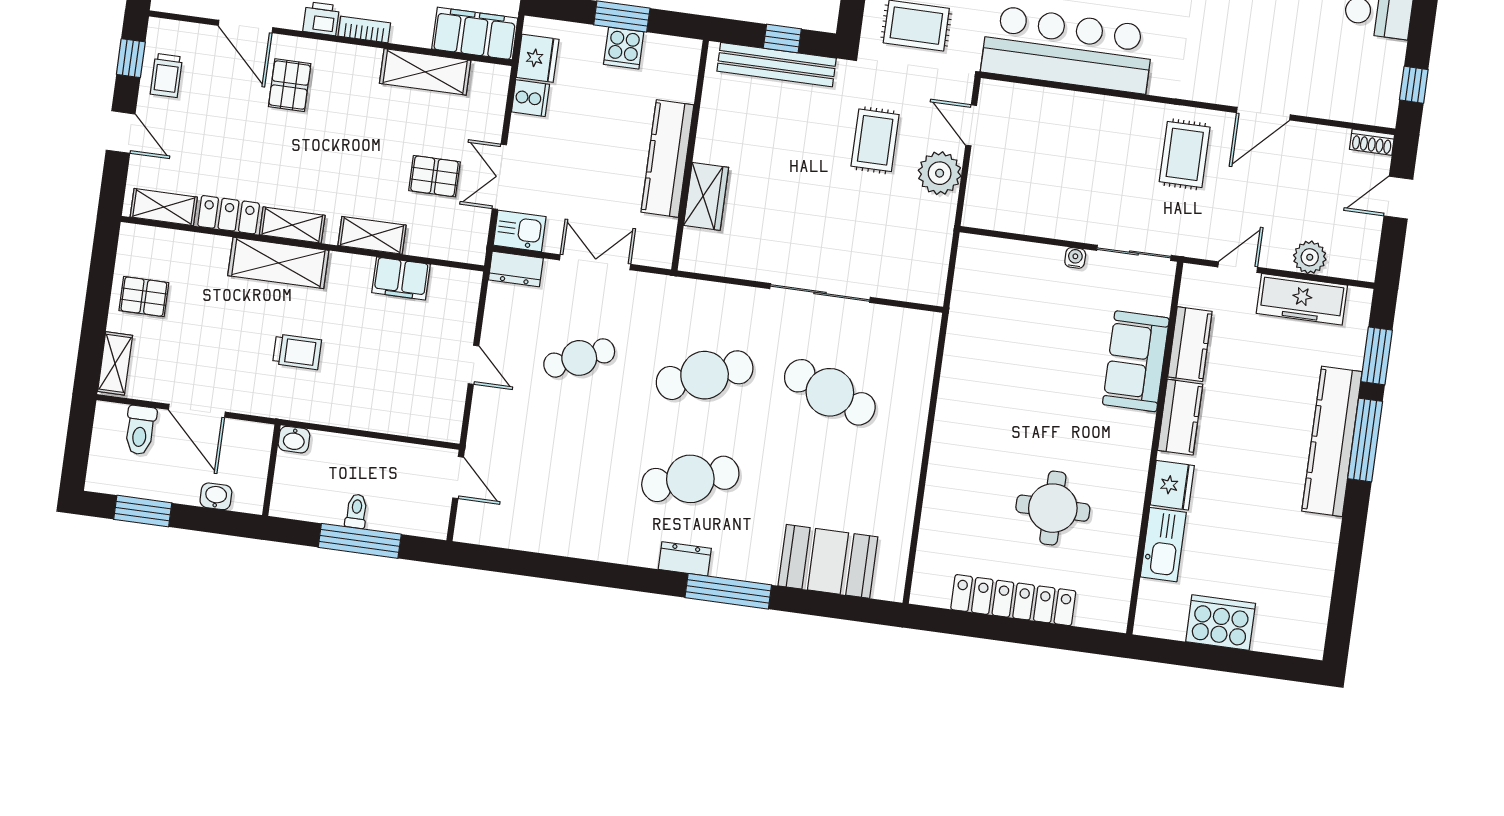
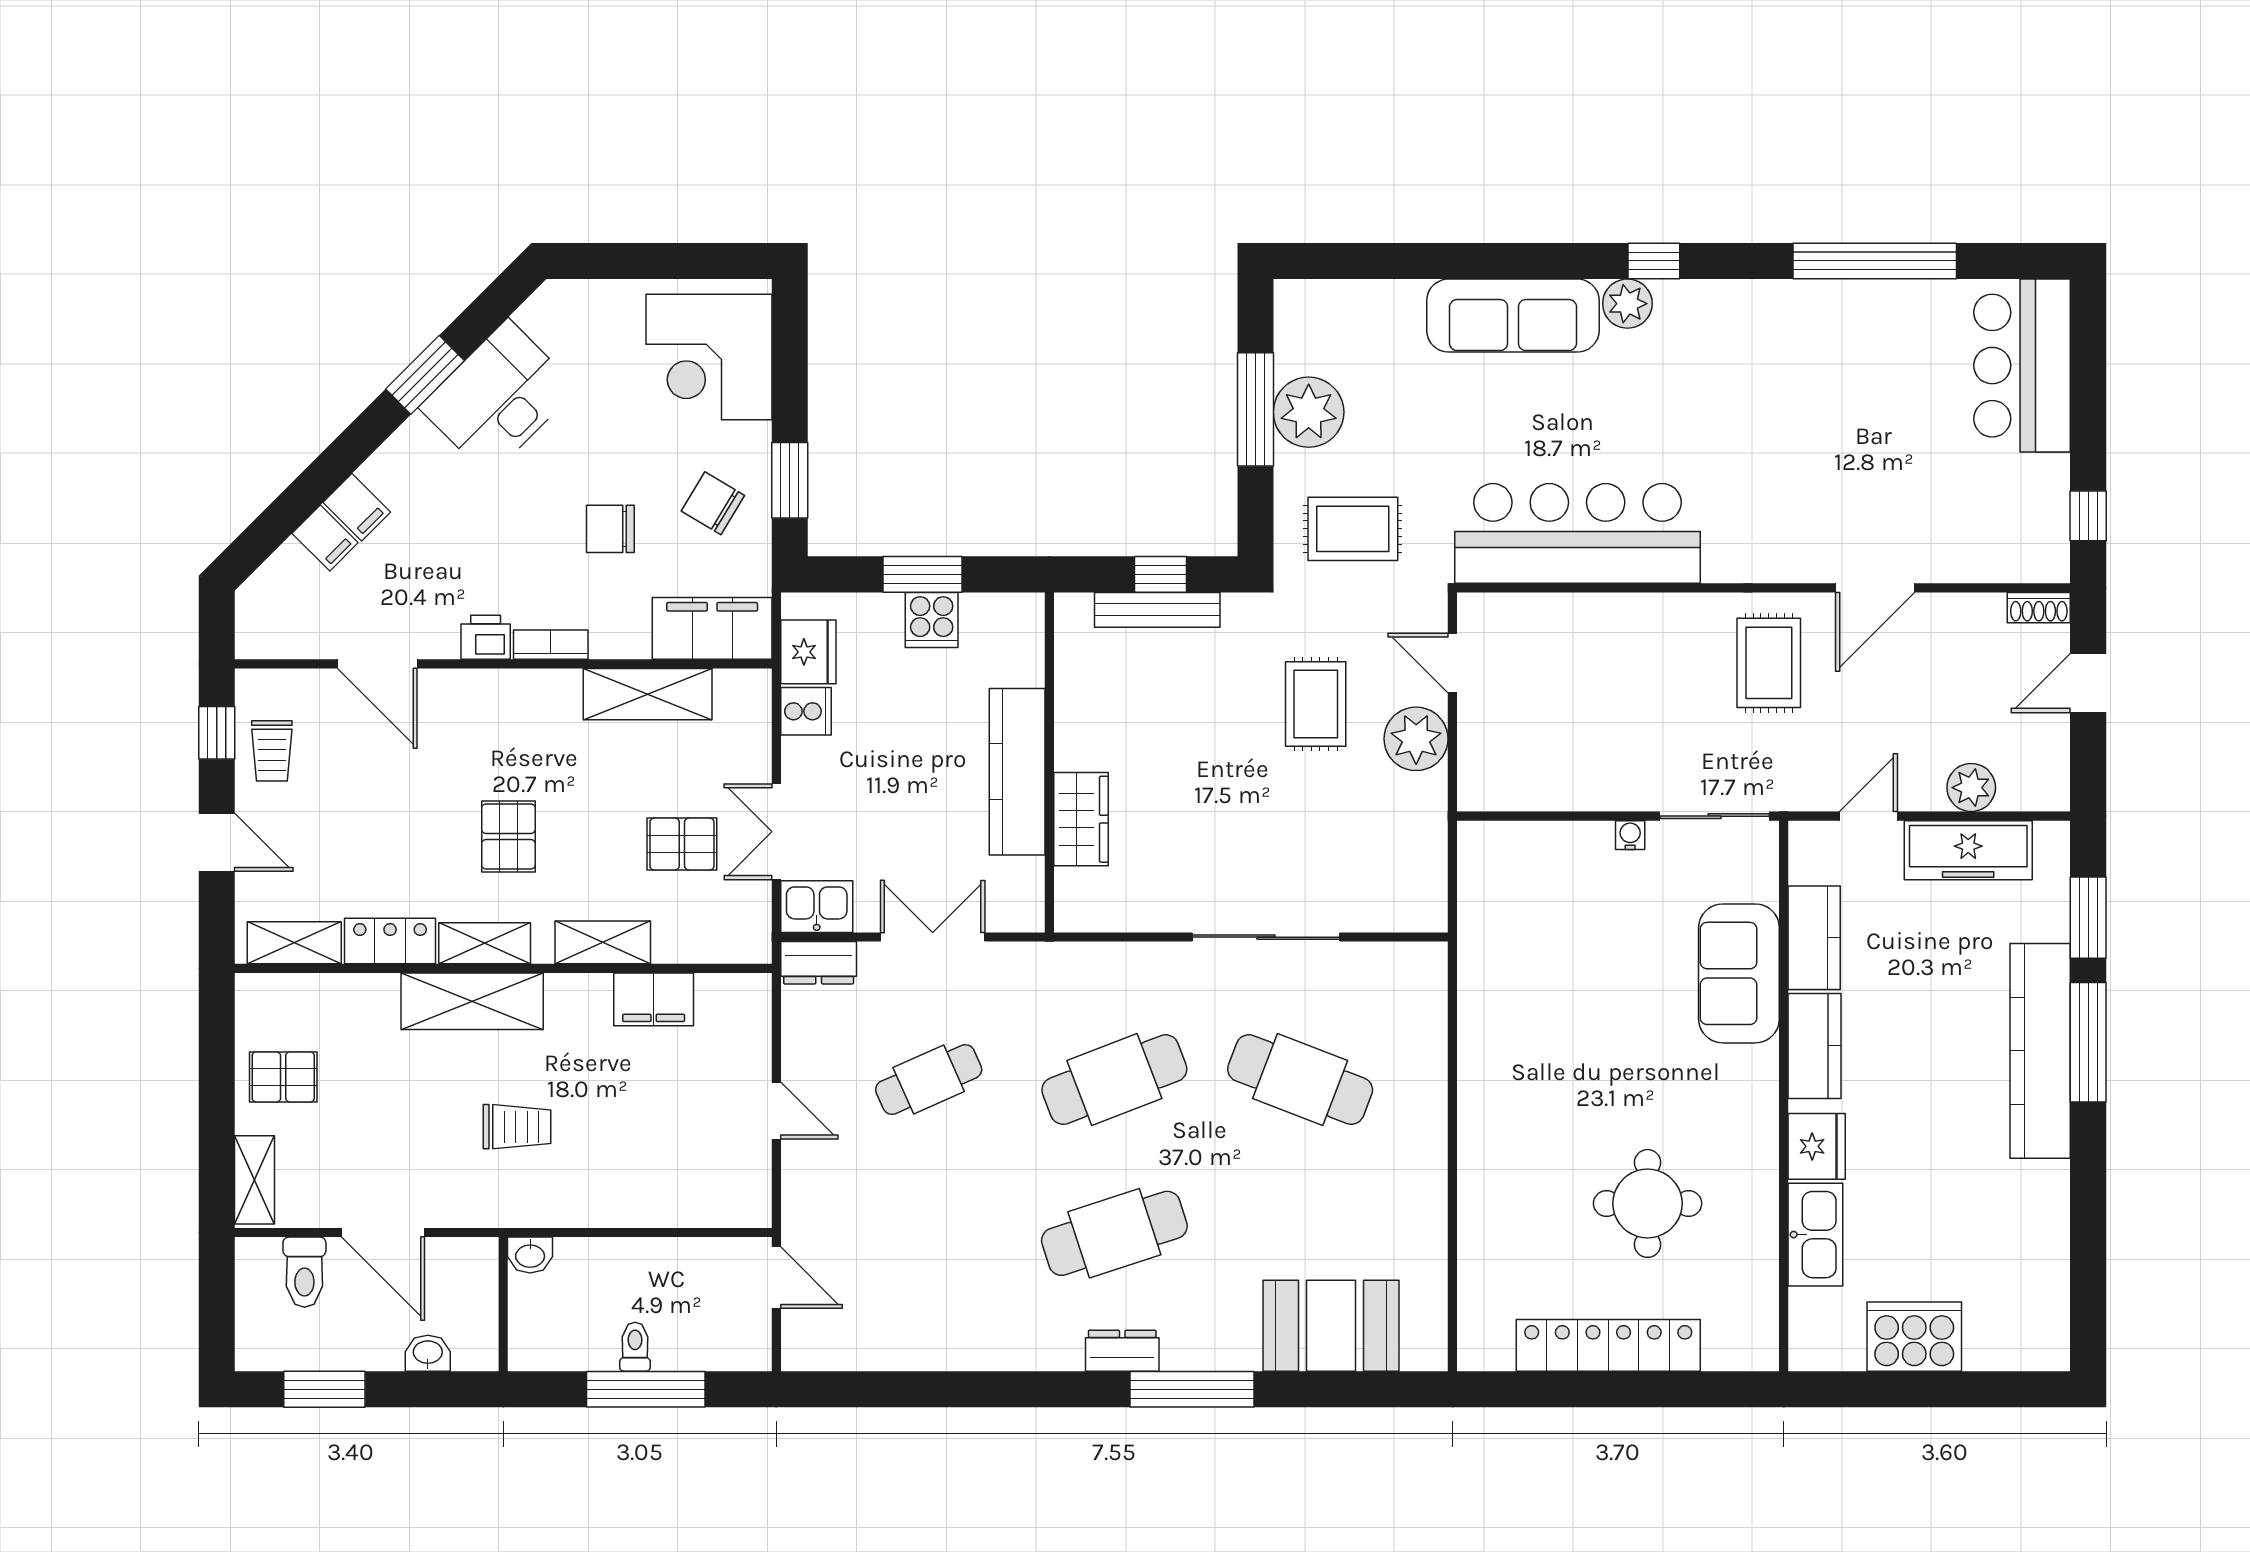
bench: (777, 65) -> (1157, 610), width x0.73, depth x0.82
pallet: (290, 85) -> (508, 836), moved

